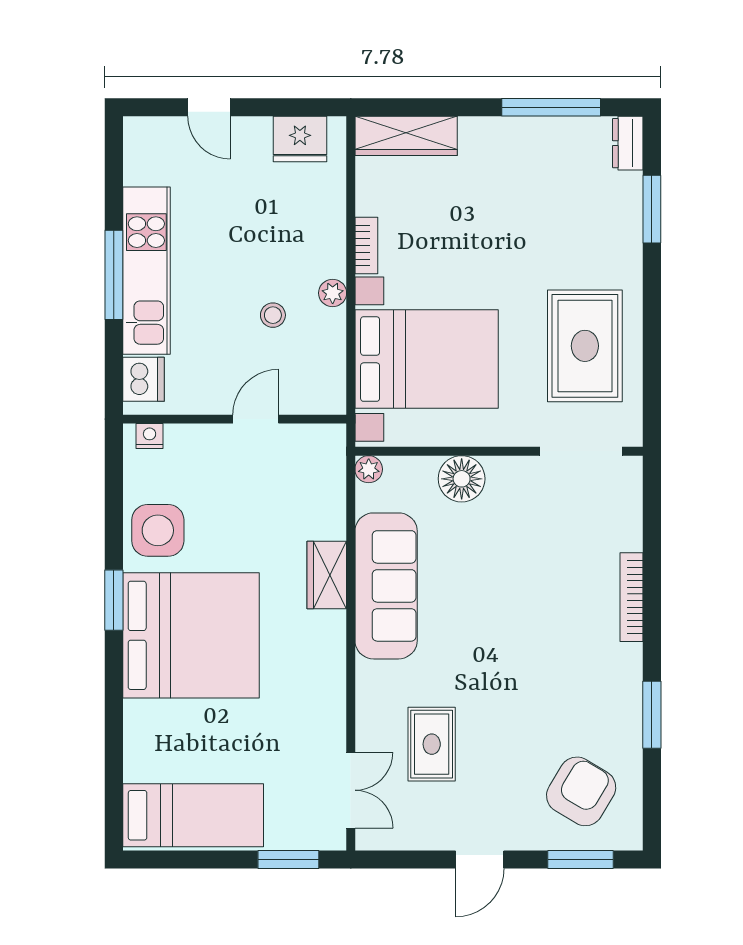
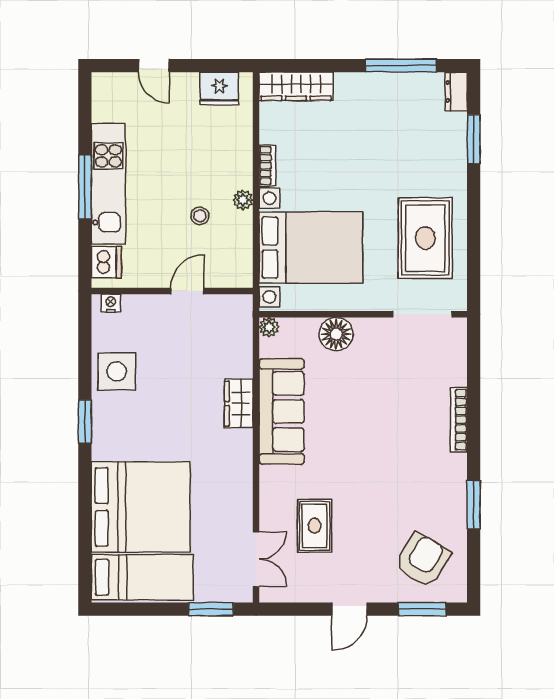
bed: (191, 635) -> (141, 507), moved

